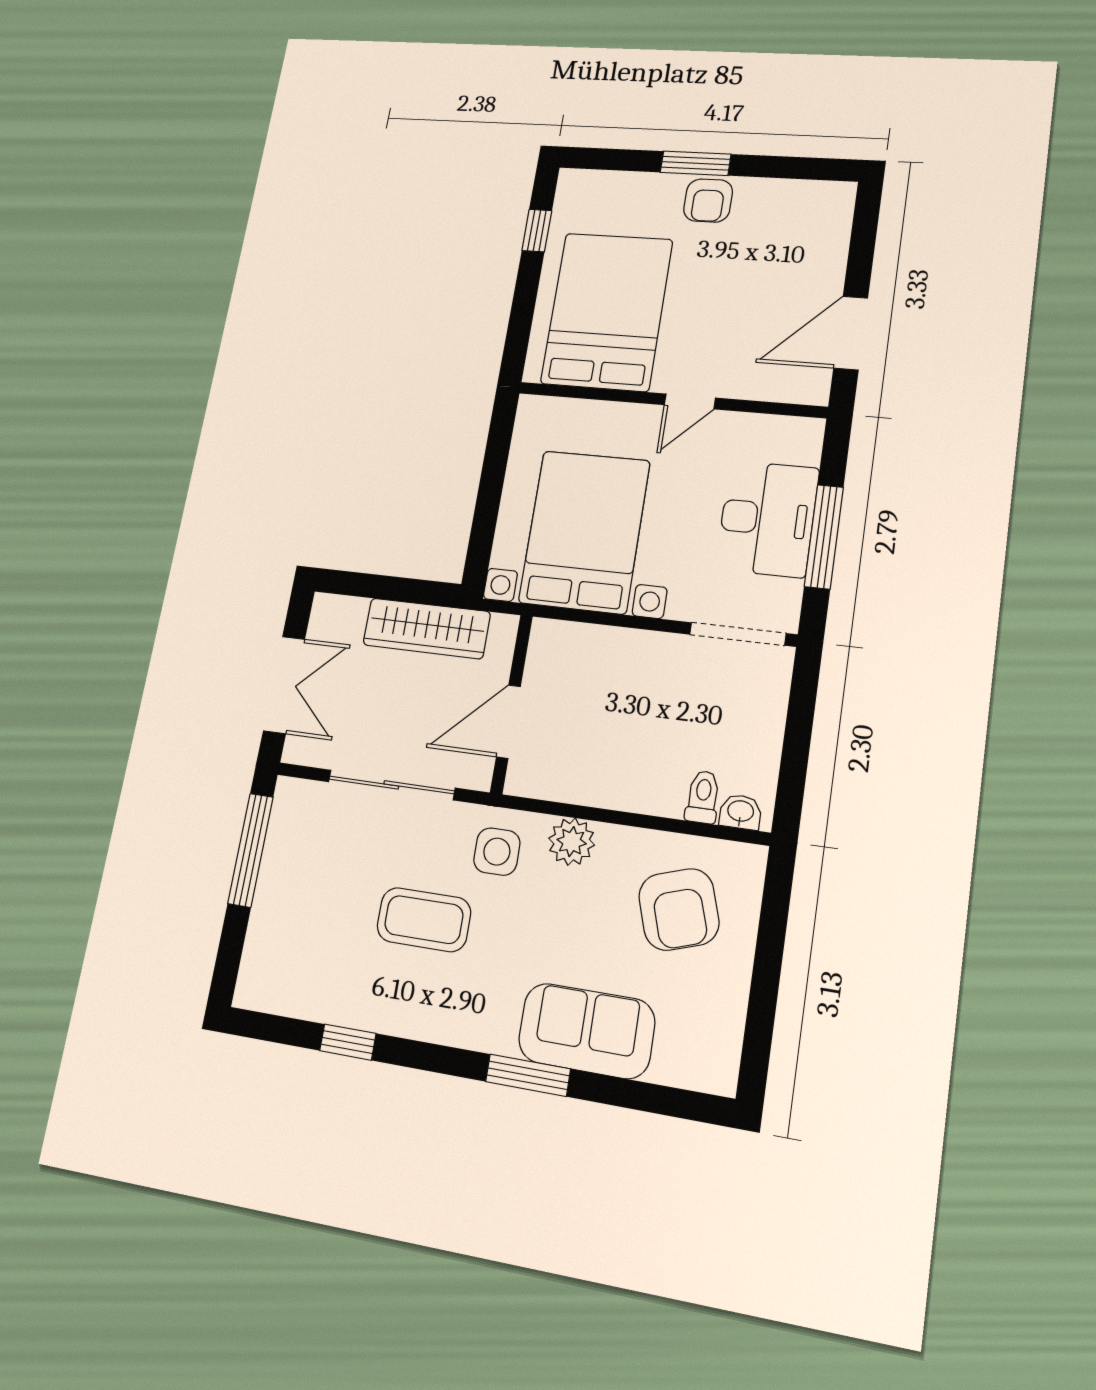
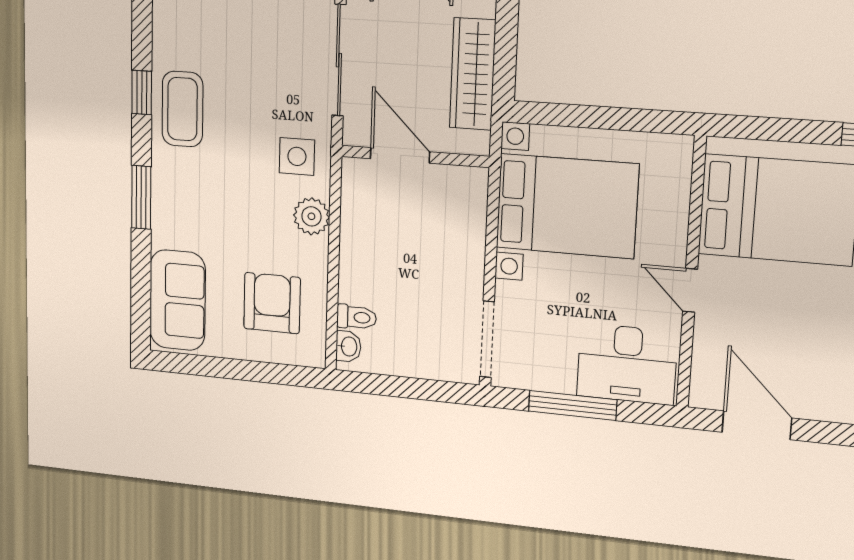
desk: (767, 519) -> (627, 364), moved
armchair: (679, 909) -> (272, 303), turned 108
coffee table: (424, 920) -> (182, 109), moved
sofa: (587, 1031) -> (177, 300), moved
window: (348, 1042) -> (142, 92), moved

